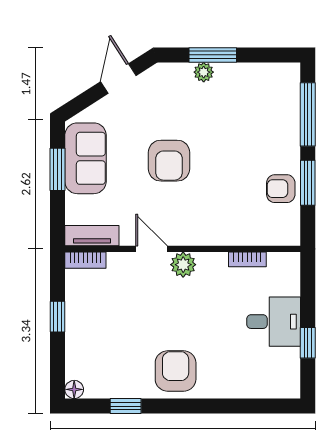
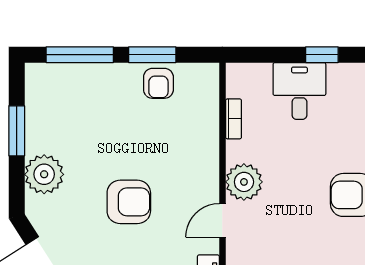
window: (213, 55) -> (17, 131), moved
plant: (204, 72) -> (44, 174), width x1.88, depth x1.88
plant: (183, 265) -> (244, 182), width x1.36, depth x1.36

